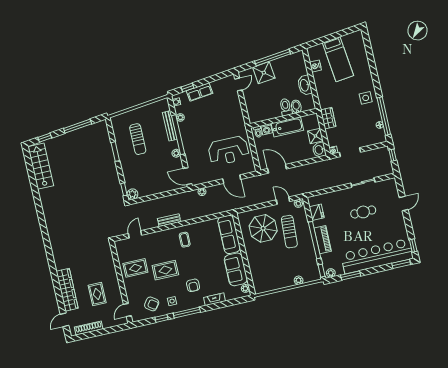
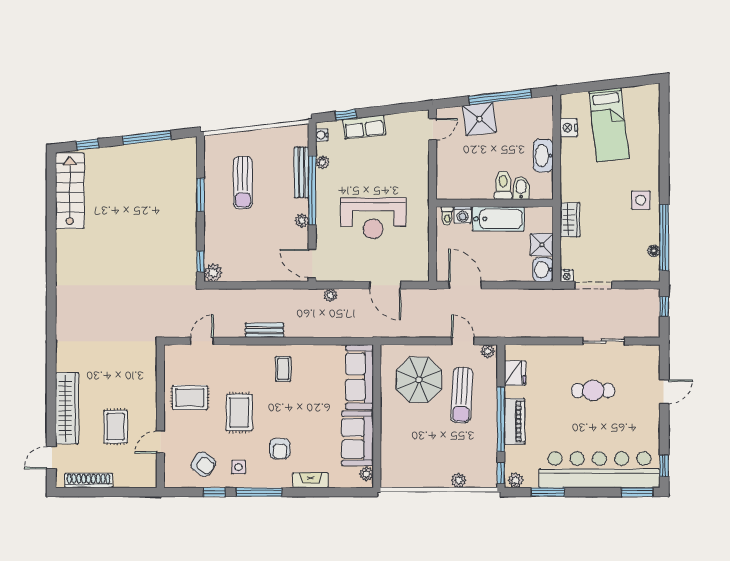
reception desk: (228, 151) -> (373, 218), moved
rug: (165, 270) -> (239, 413), turned 90
door: (127, 310) -> (160, 442), moved

